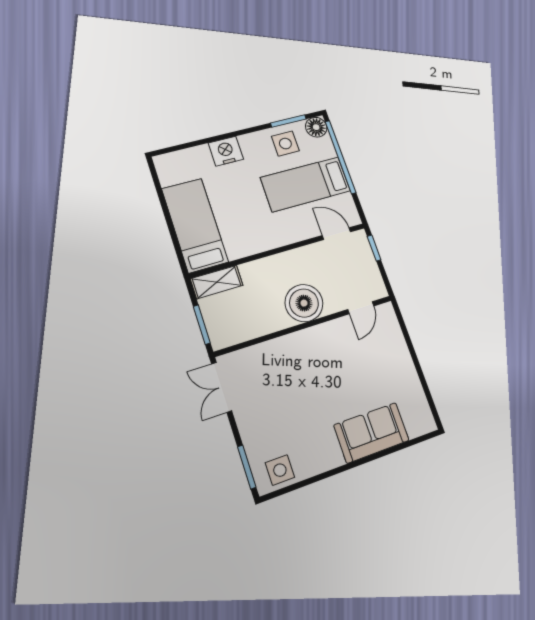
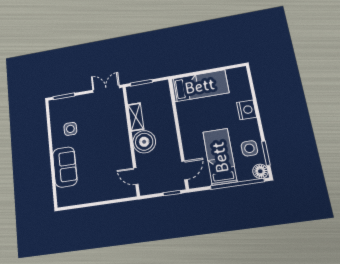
shelving: (217, 282) -> (136, 117), moved
side table: (280, 470) -> (70, 129), moved

